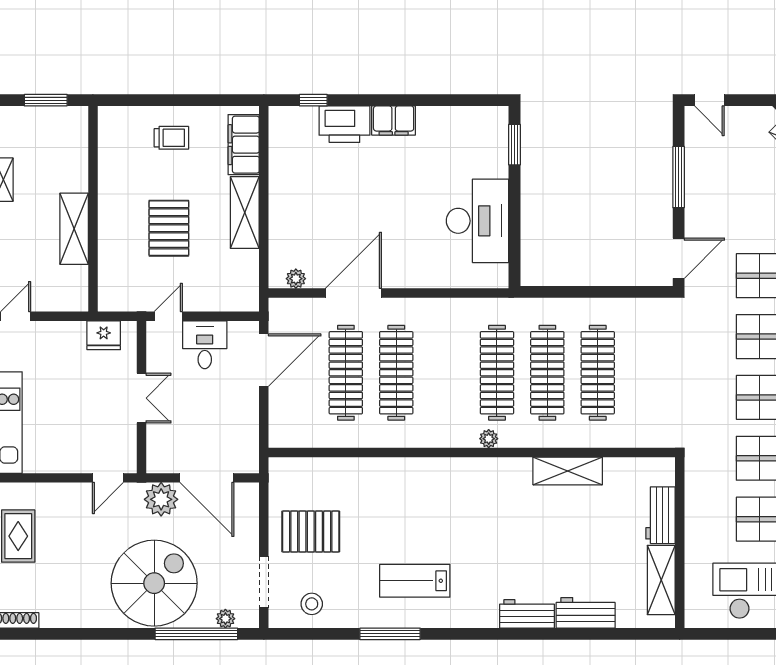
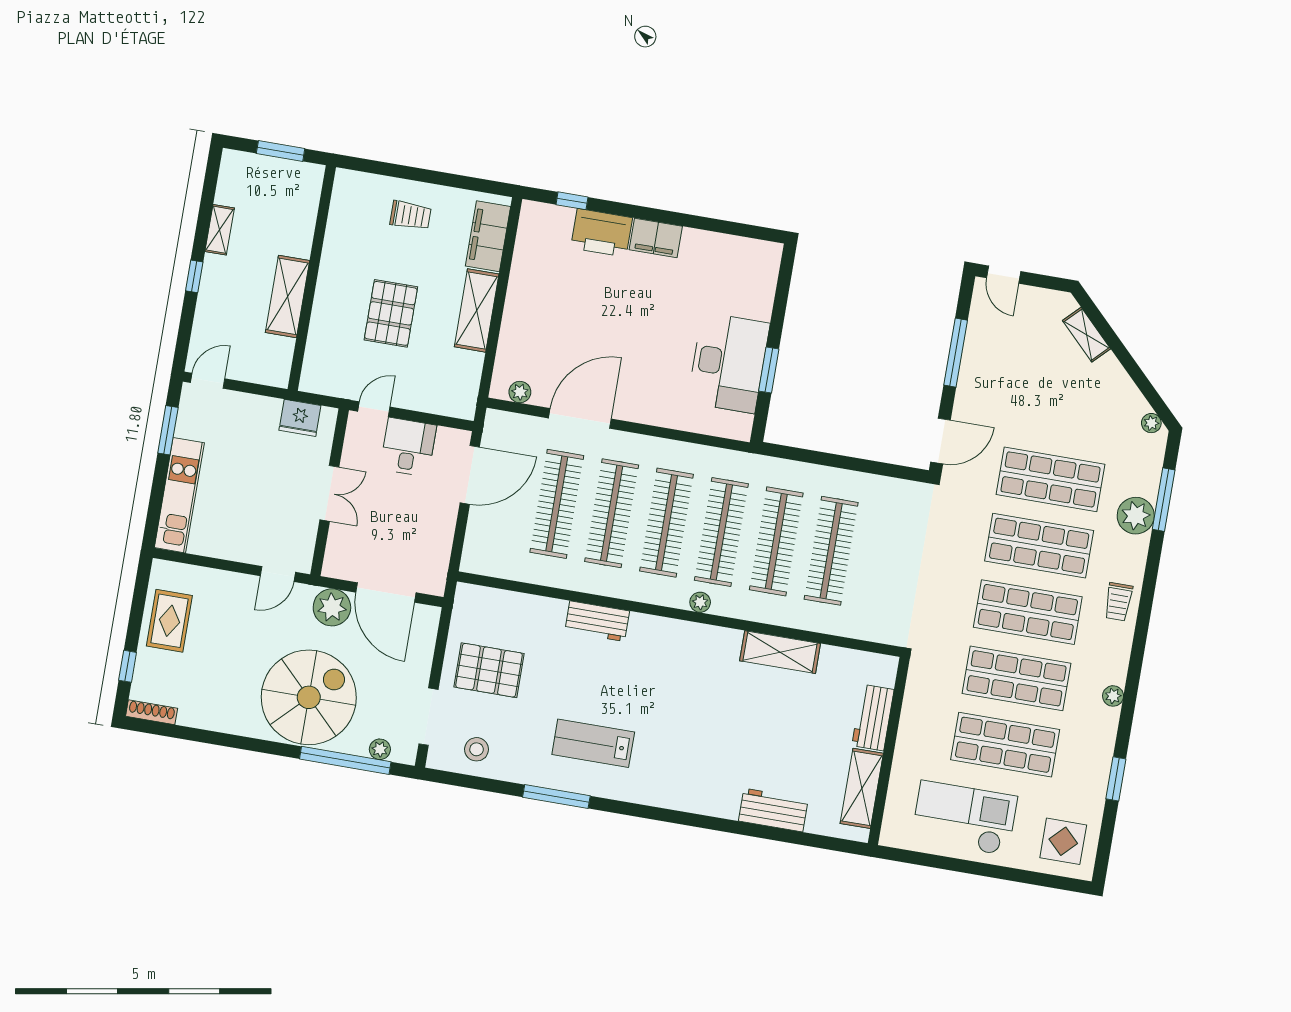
window: (515, 145) -> (769, 370), moved
clothes rail: (447, 373) -> (667, 523), added
workbench: (527, 614) -> (597, 621), moved, turned 180

